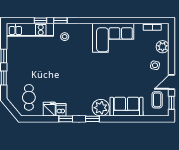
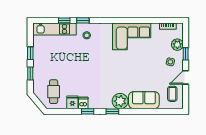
window: (171, 103) -> (186, 54), moved

